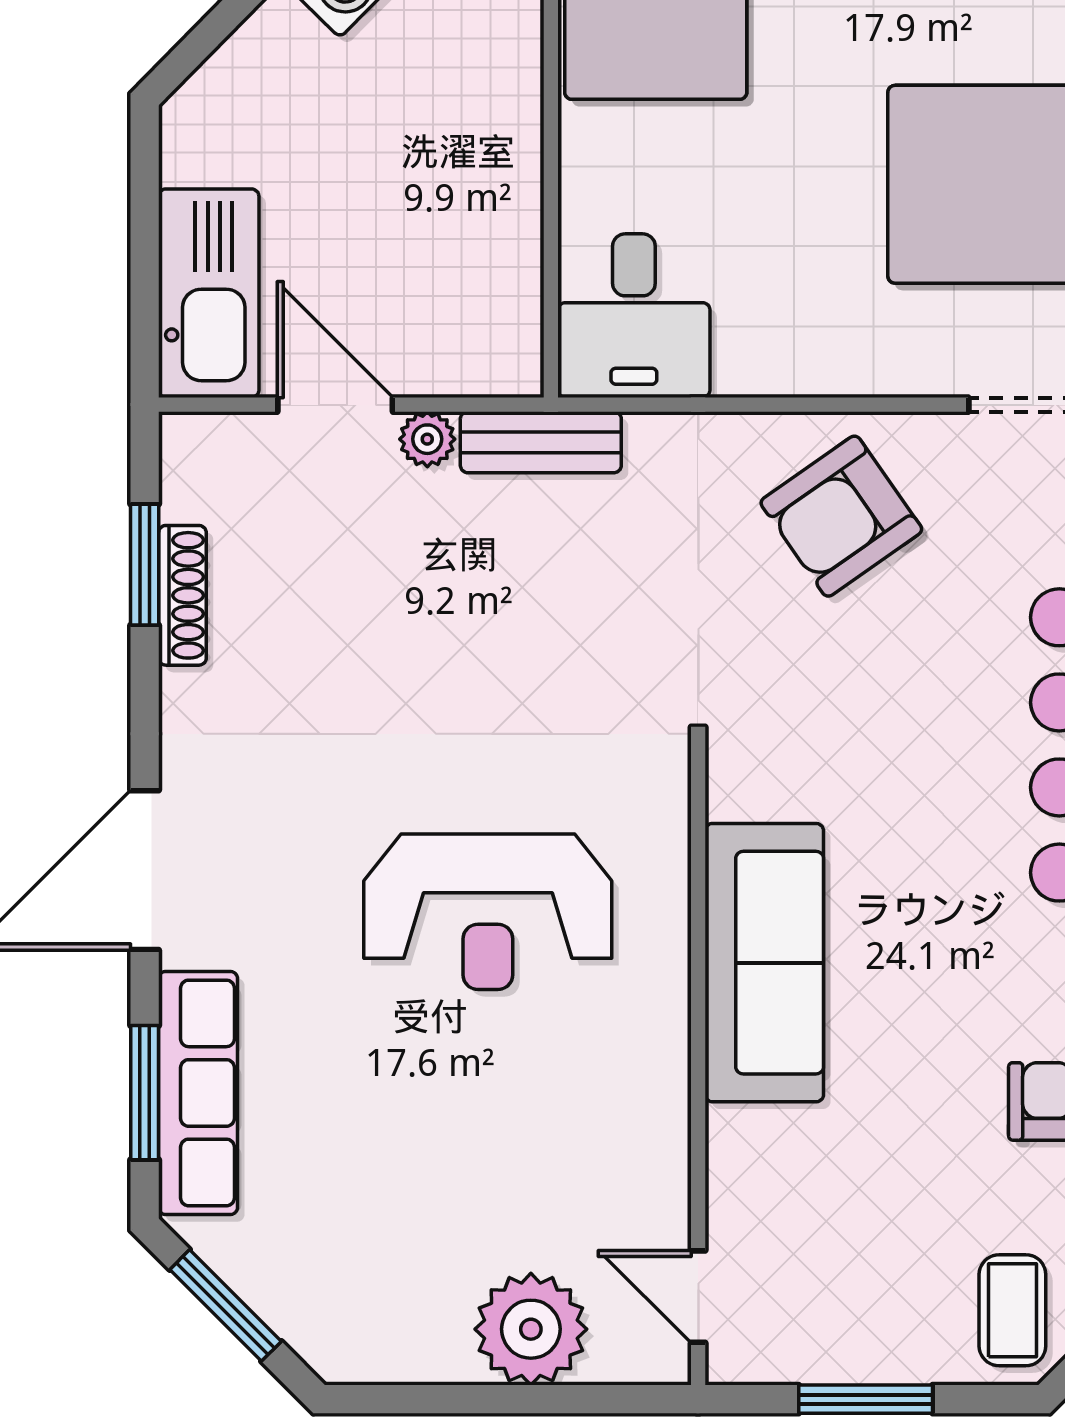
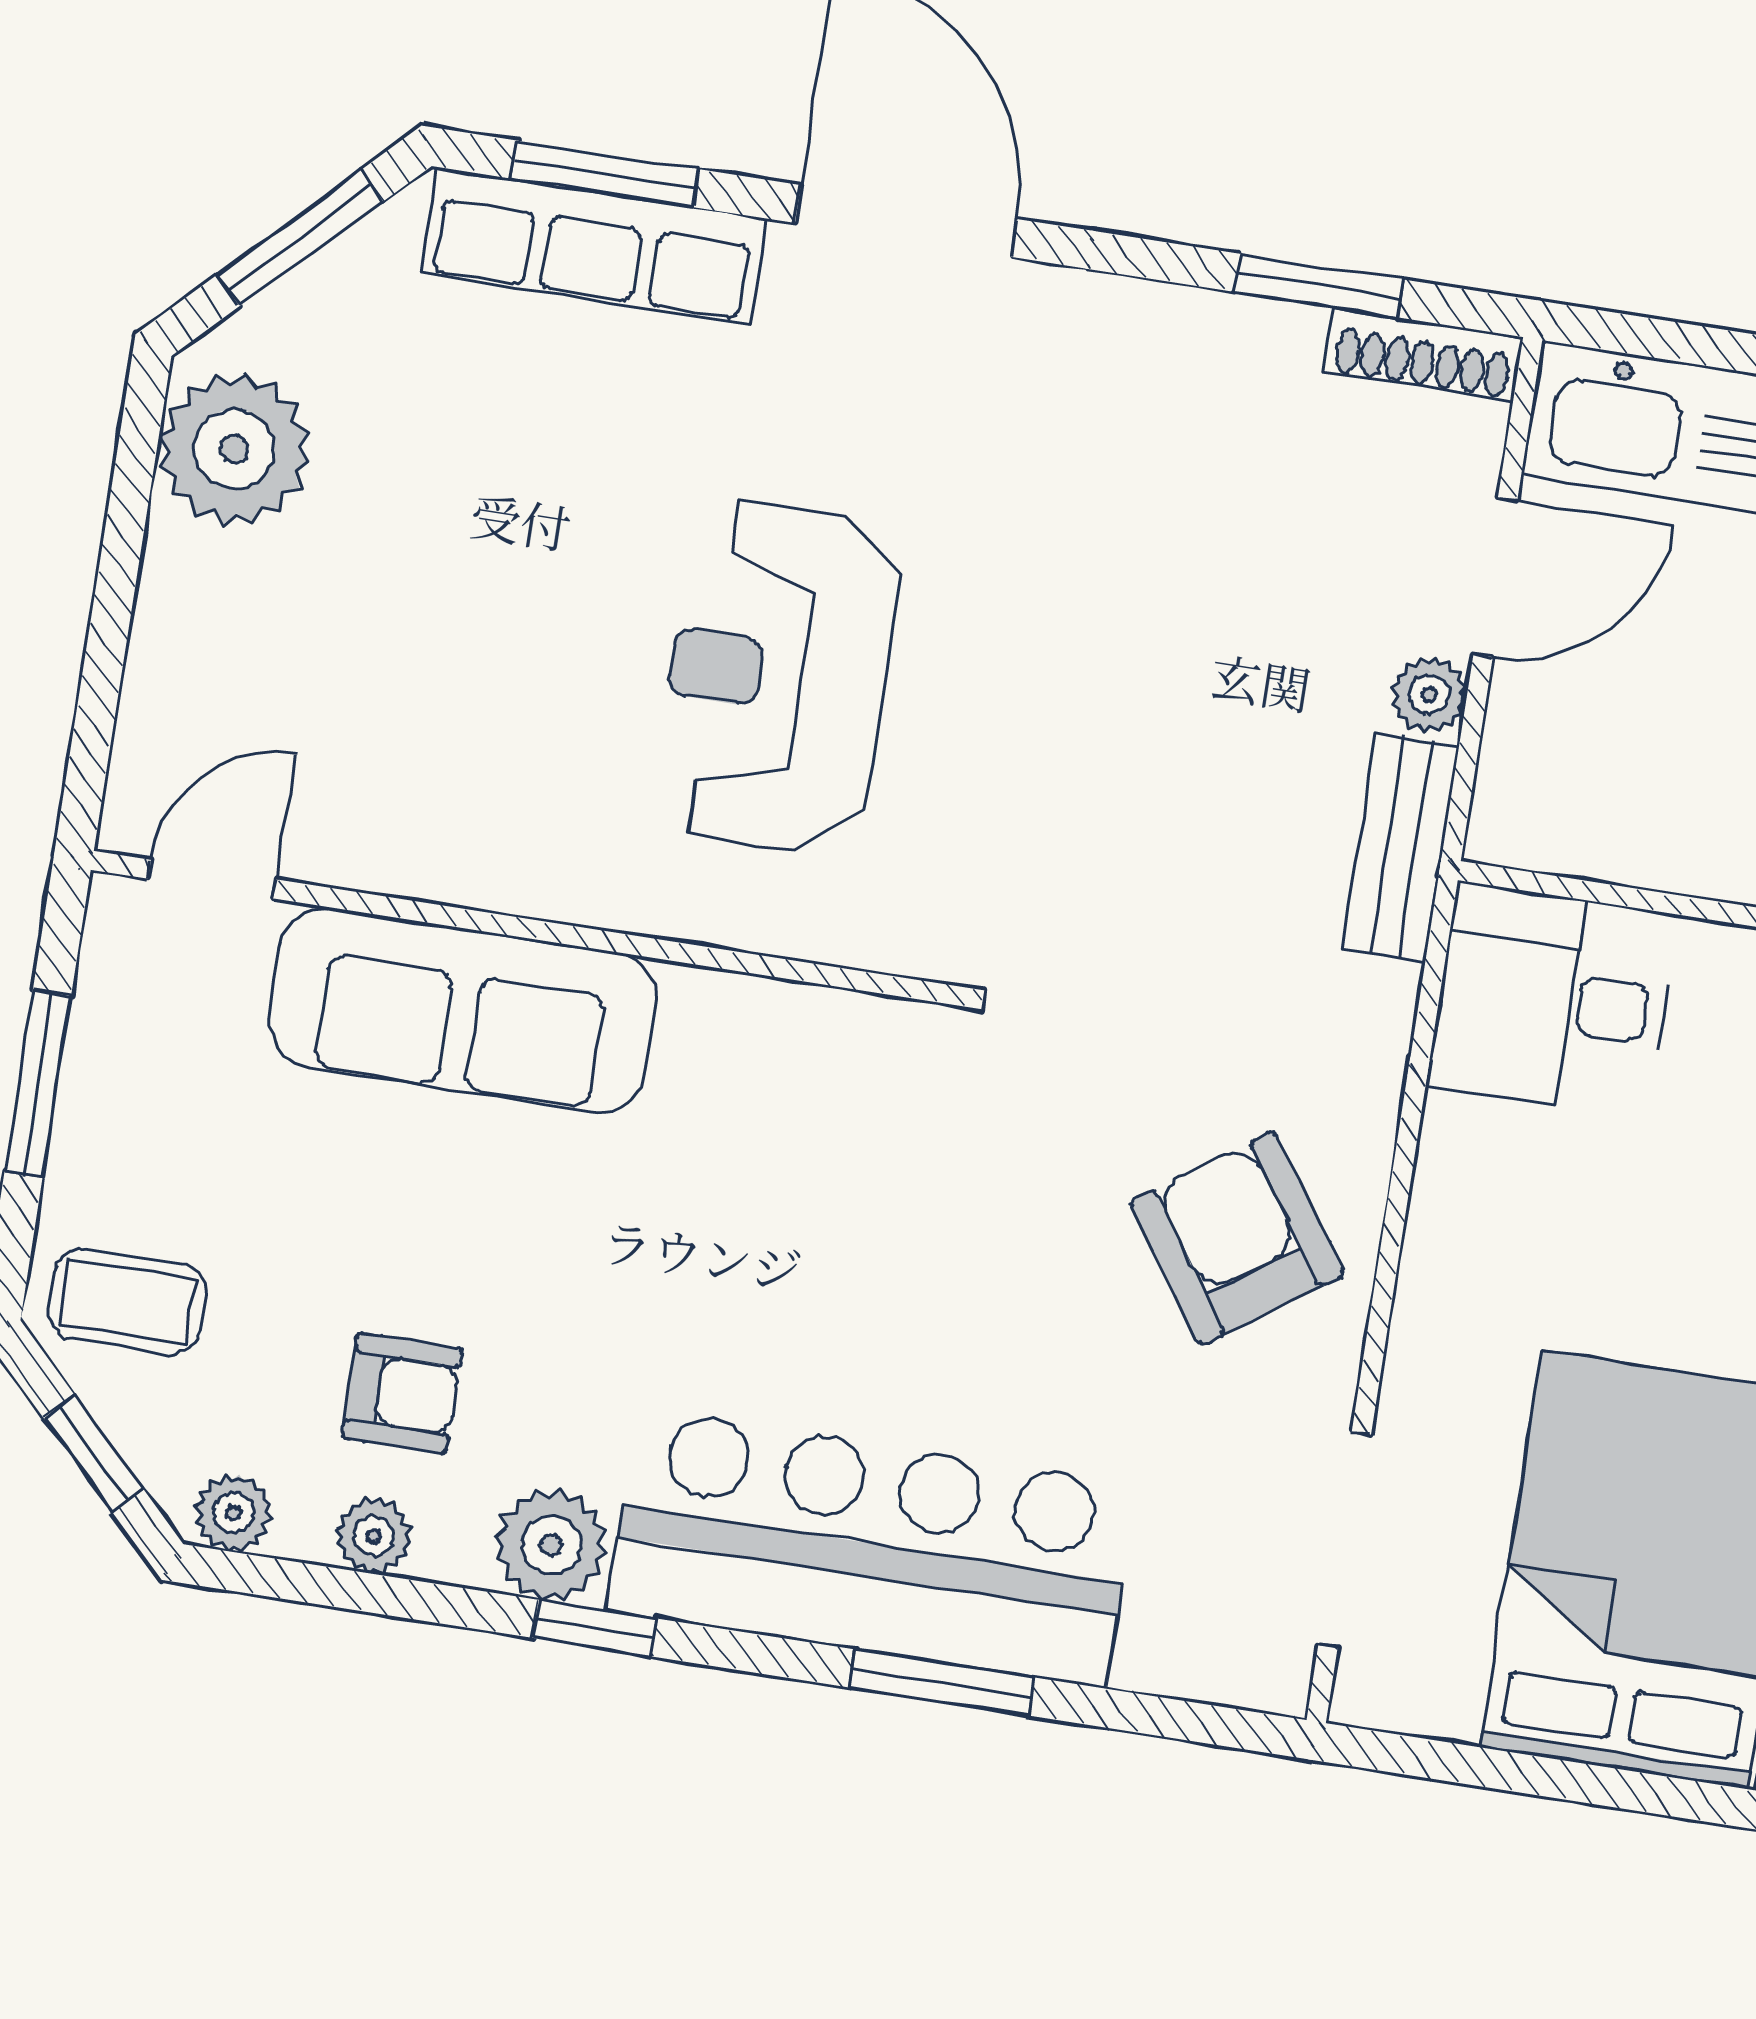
shoe rack: (182, 595) -> (1424, 354), moved
sofa: (764, 963) -> (463, 1010), moved
plant: (531, 1329) -> (234, 449), moved

